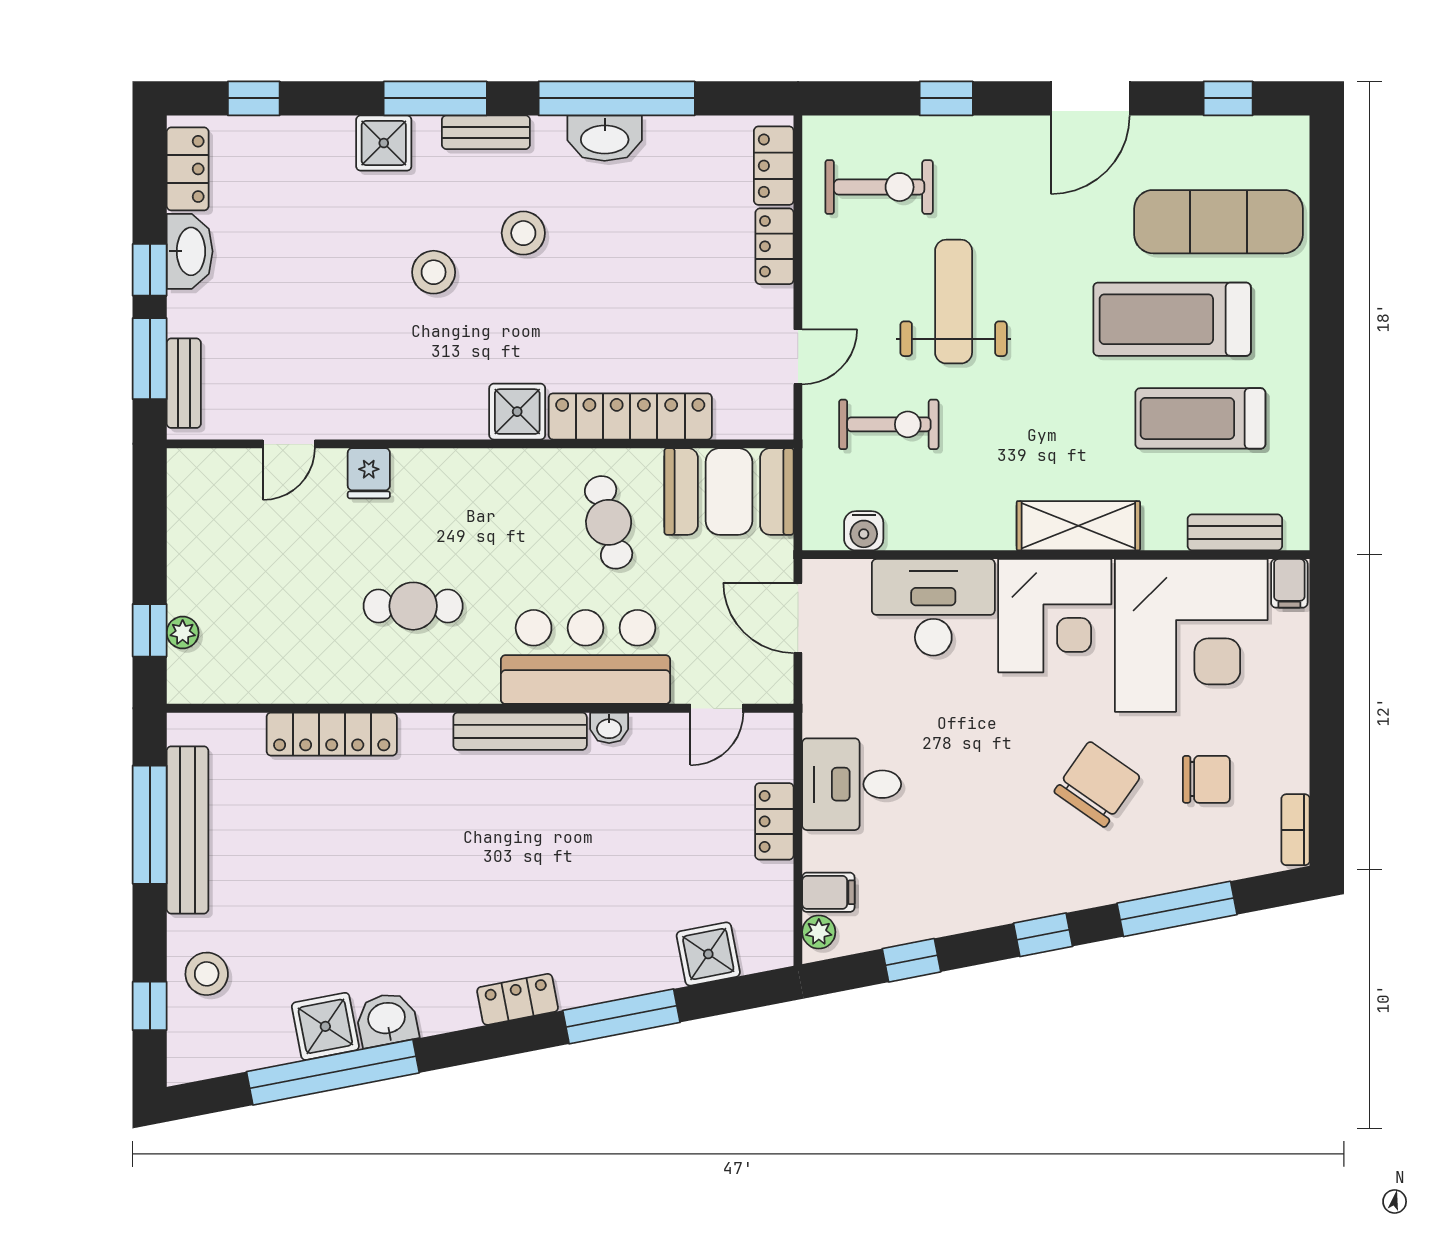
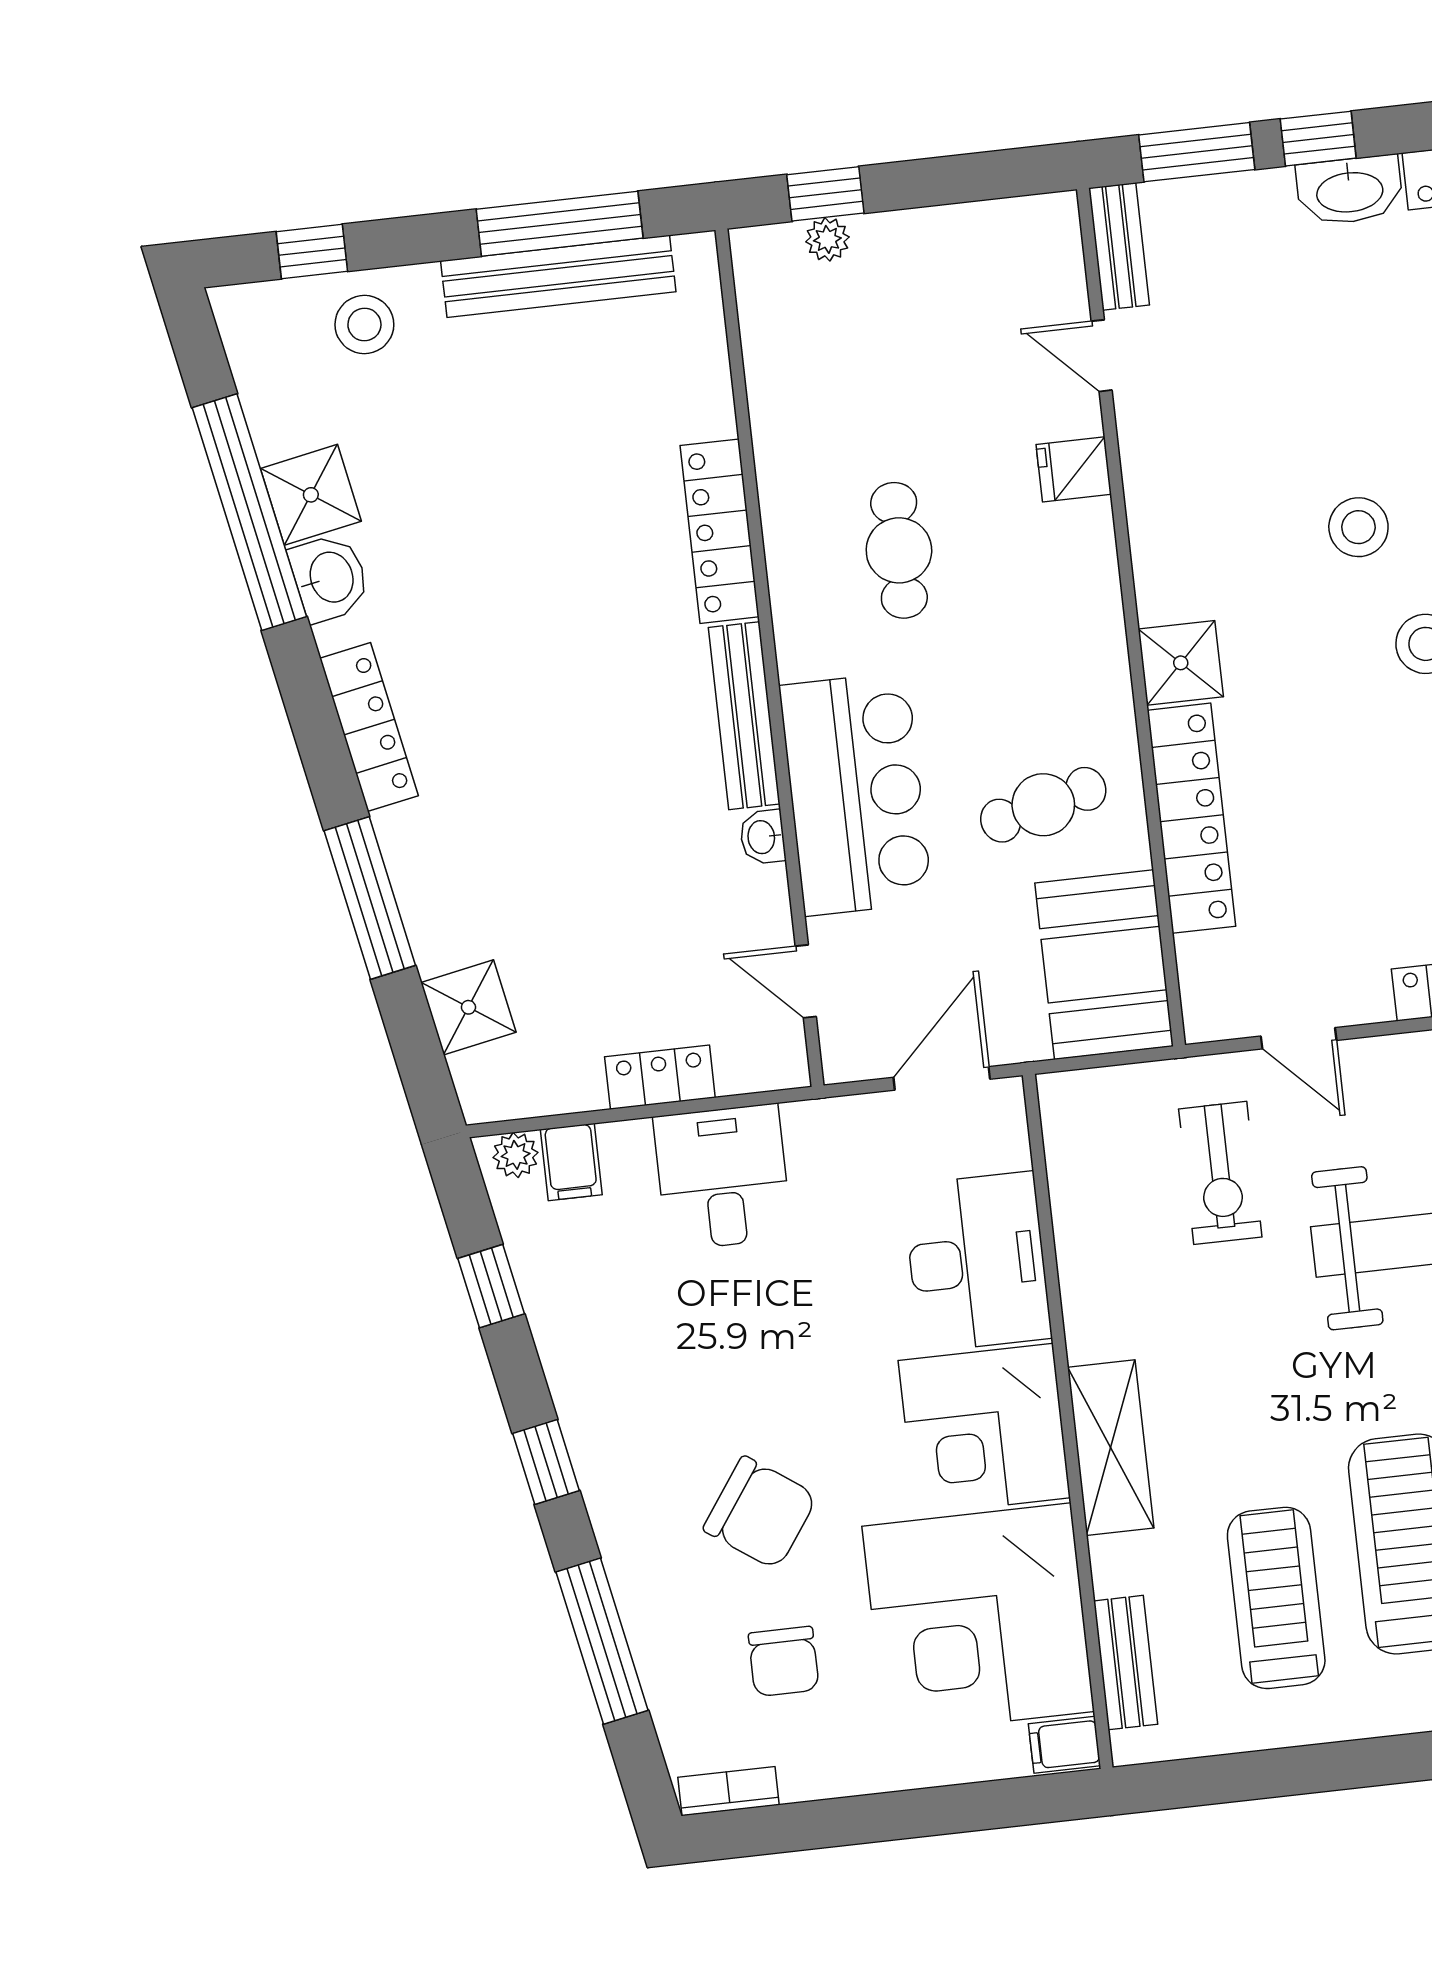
bench: (184, 383) -> (1119, 247), moved, turned 90
water cooler: (864, 531) -> (1071, 1155), removed
locker: (332, 734) -> (720, 531), moved
locker: (518, 999) -> (369, 727), width x1.53

